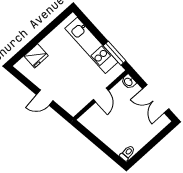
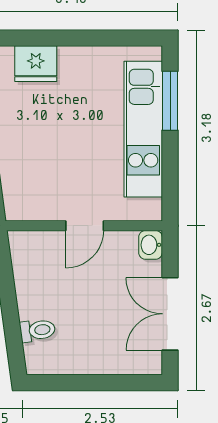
window: (115, 53) -> (170, 101), moved
toilet: (127, 153) -> (38, 330), moved

